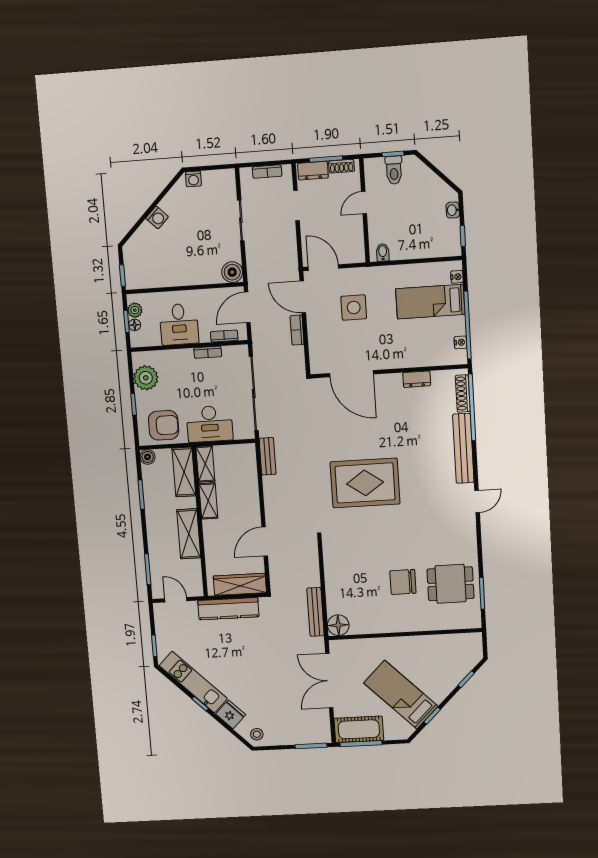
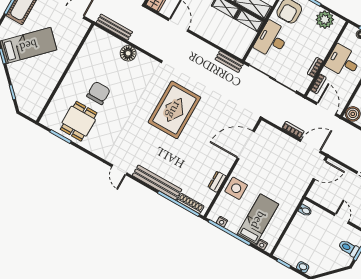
side table: (354, 307) -> (236, 188), moved
floor lamp: (338, 625) -> (128, 53), moved

